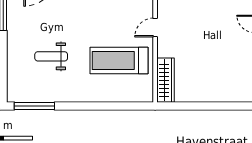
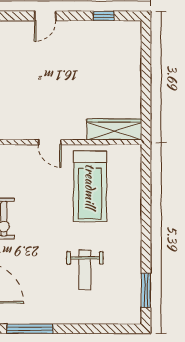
window: (34, 106) -> (146, 290), width x0.69

